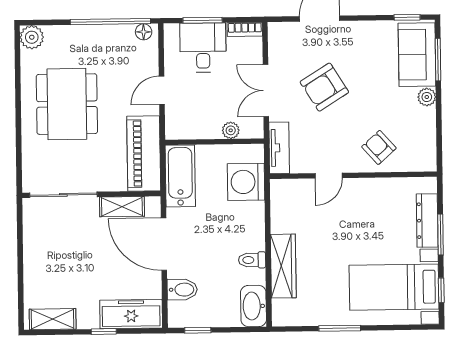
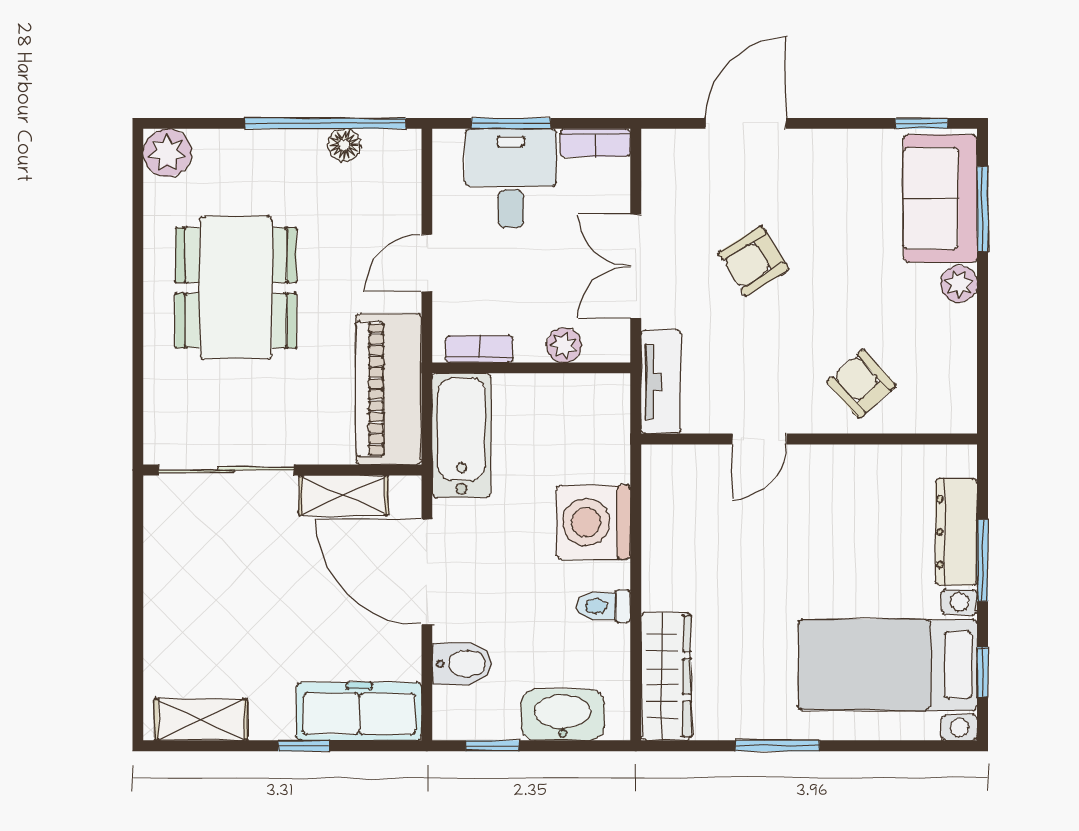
floor lamp: (144, 32) -> (344, 145), moved
armchair: (324, 87) -> (753, 261), width x0.72, depth x0.72
bookcase: (188, 133) -> (479, 349), added
washing machine: (246, 182) -> (594, 522), moved
wardrobe: (283, 266) -> (666, 676), moved
washbasin: (253, 306) -> (563, 715), moved, turned 90

